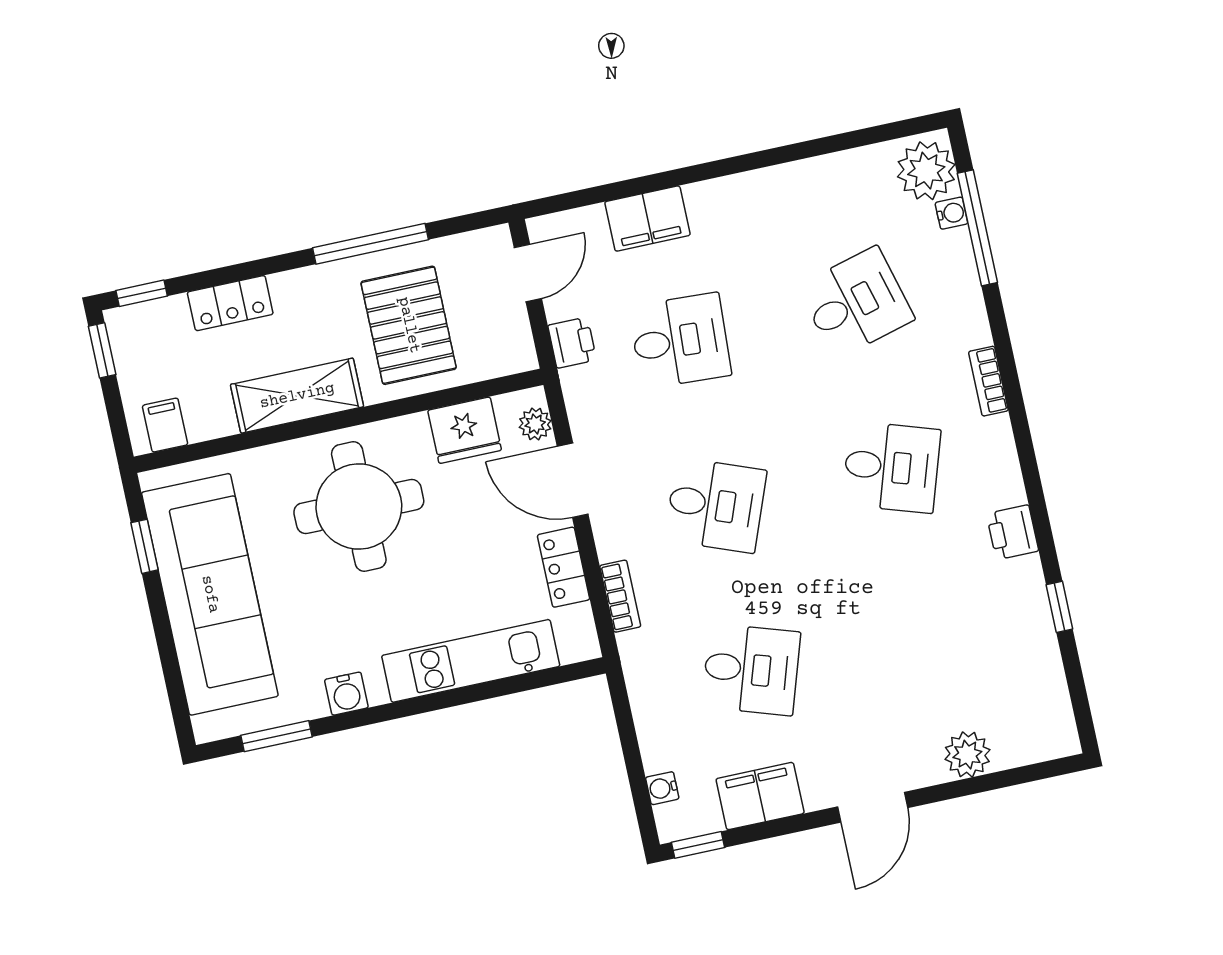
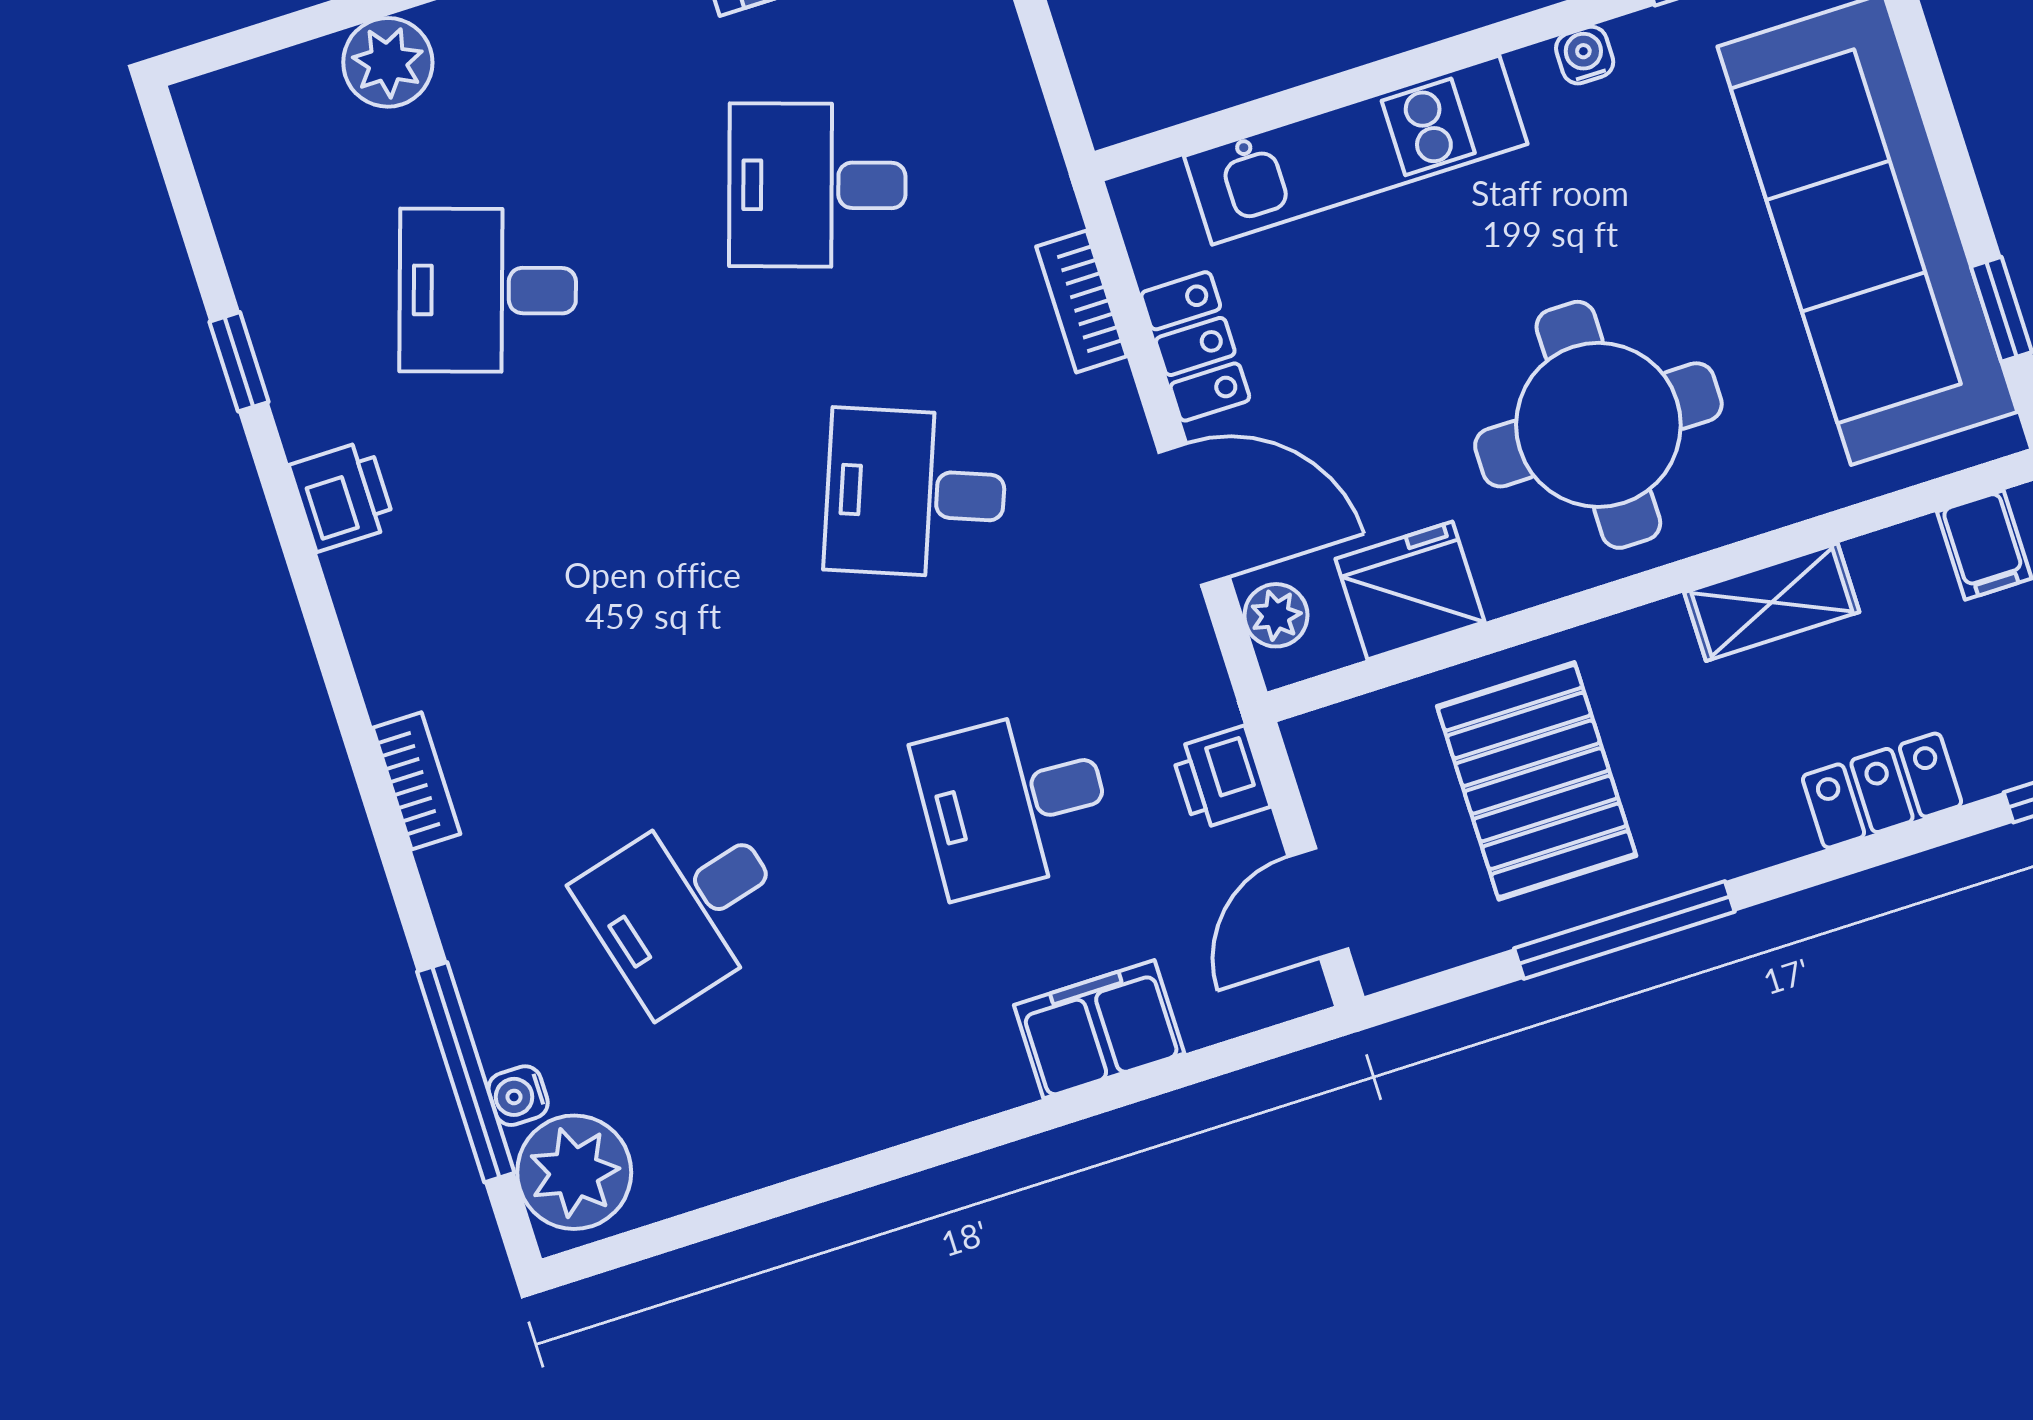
shelving: (297, 396) -> (1772, 602), width x0.67, depth x0.75
desk: (891, 467) -> (488, 290), moved
water cooler: (346, 694) -> (1585, 55), width x0.72, depth x0.72

